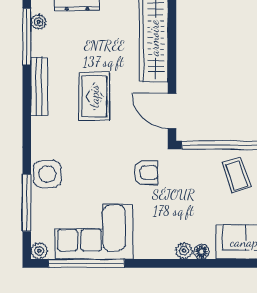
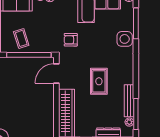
bench: (39, 86) -> (129, 101), moved
door: (172, 111) -> (56, 73), swing flipped

